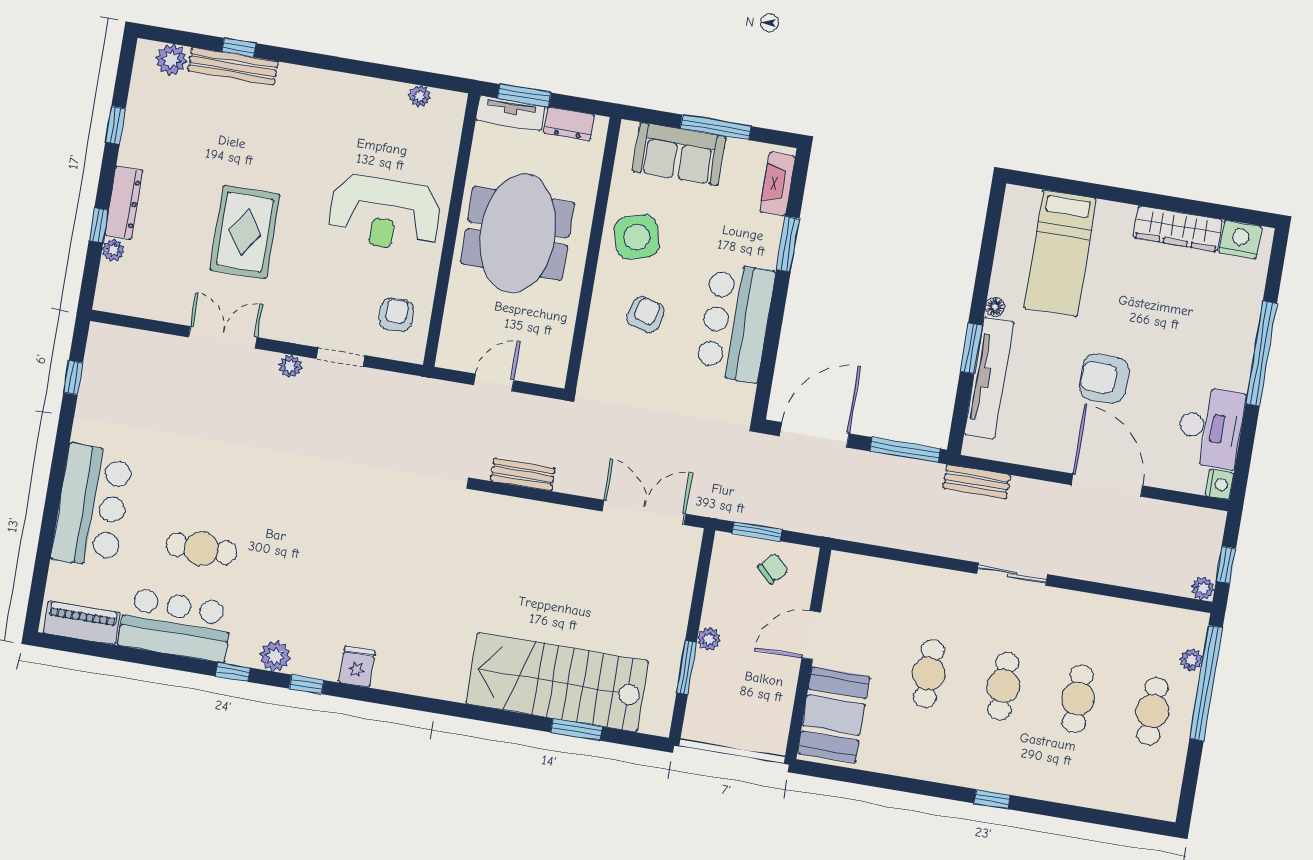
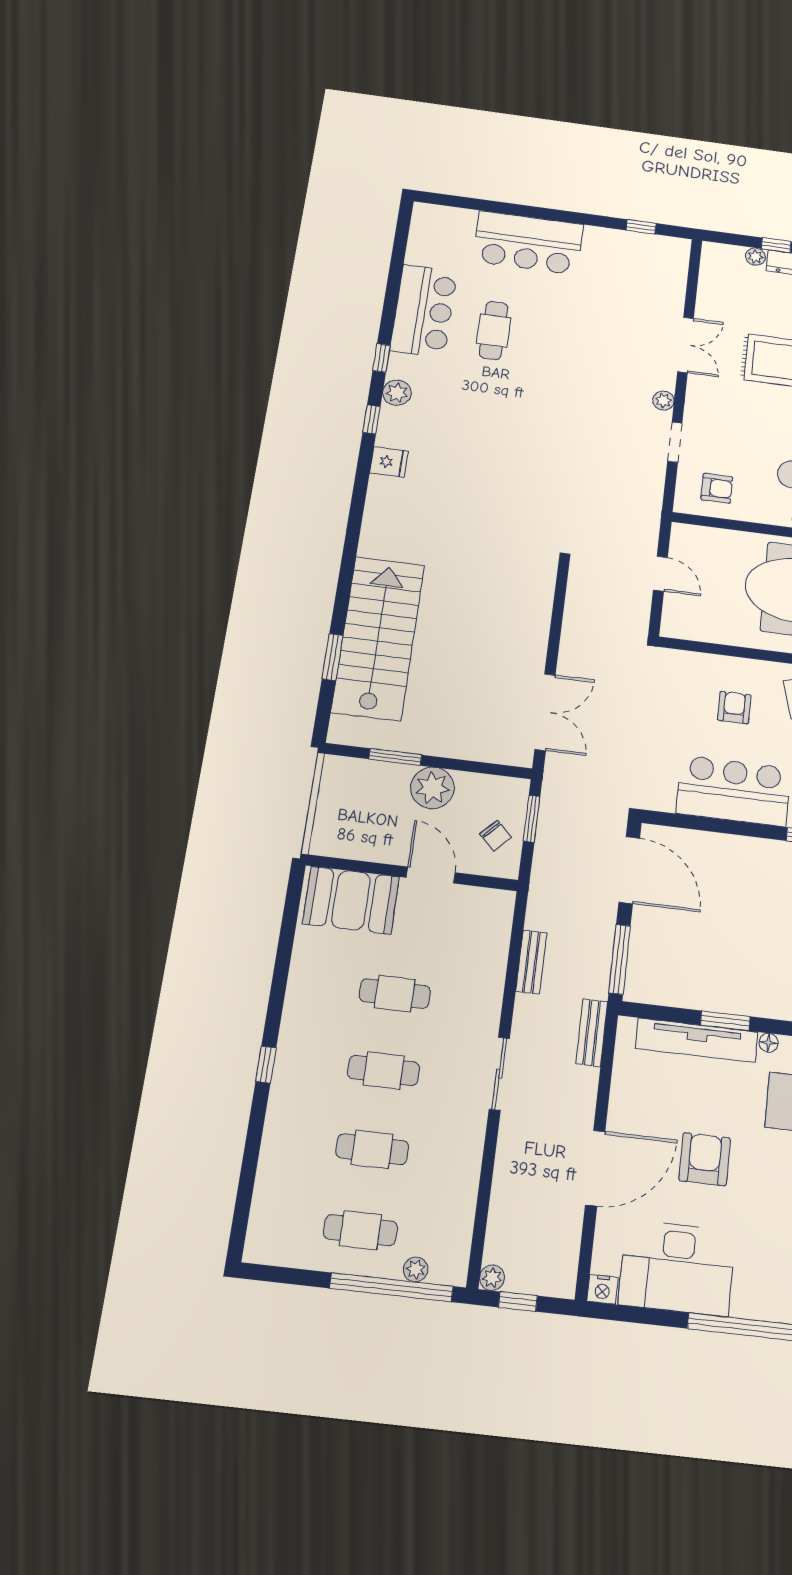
armchair: (646, 315) -> (734, 708), turned -106
desk: (1211, 428) -> (677, 1268), width x1.36, depth x1.30
bench: (523, 474) -> (531, 962), moved
piano: (82, 623) -> (423, 236), removed
plant: (709, 639) -> (432, 788), width x1.87, depth x1.87

